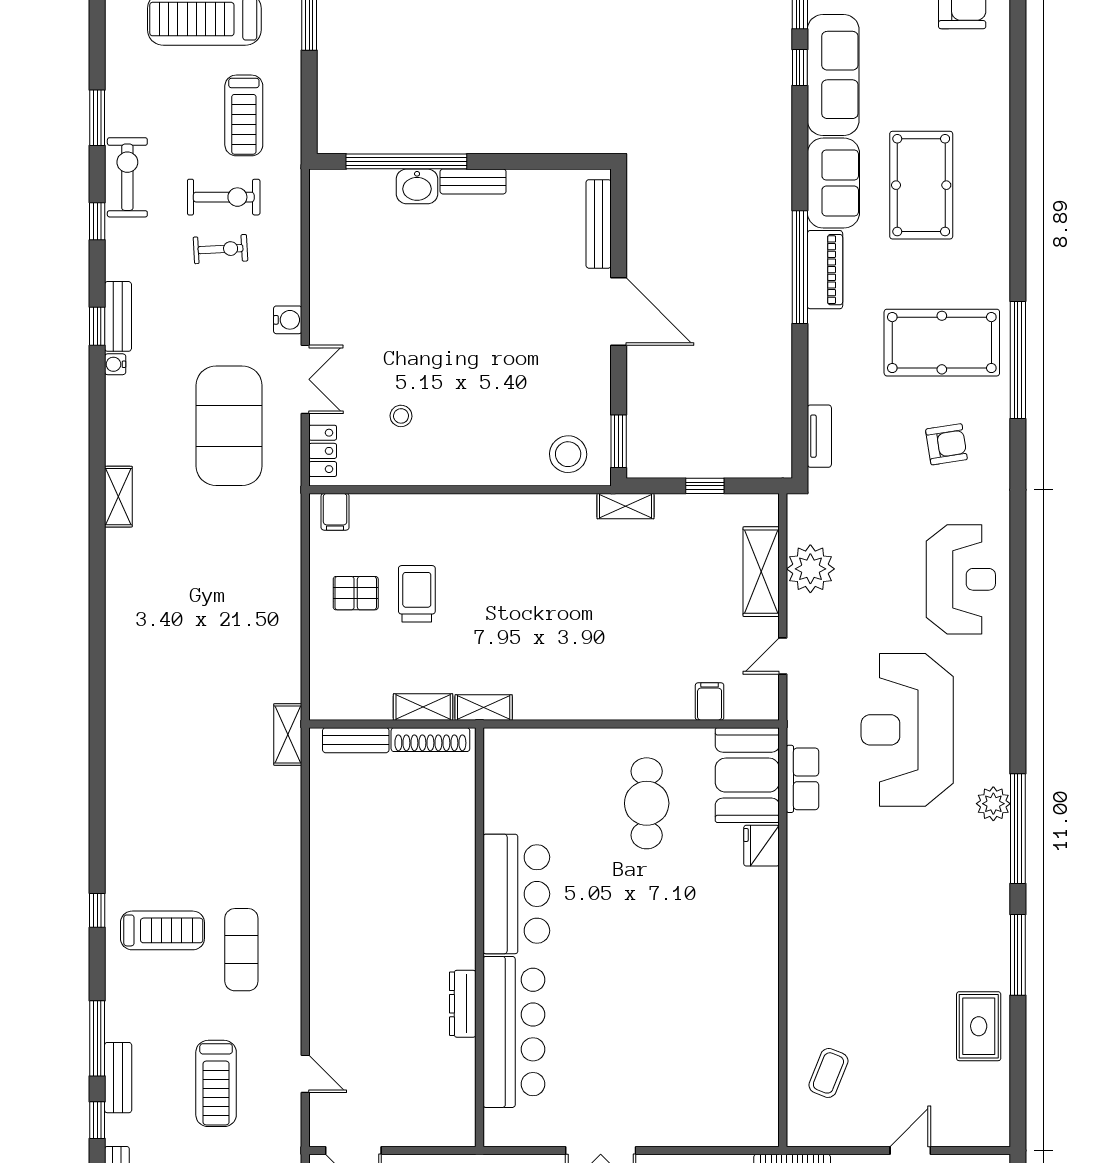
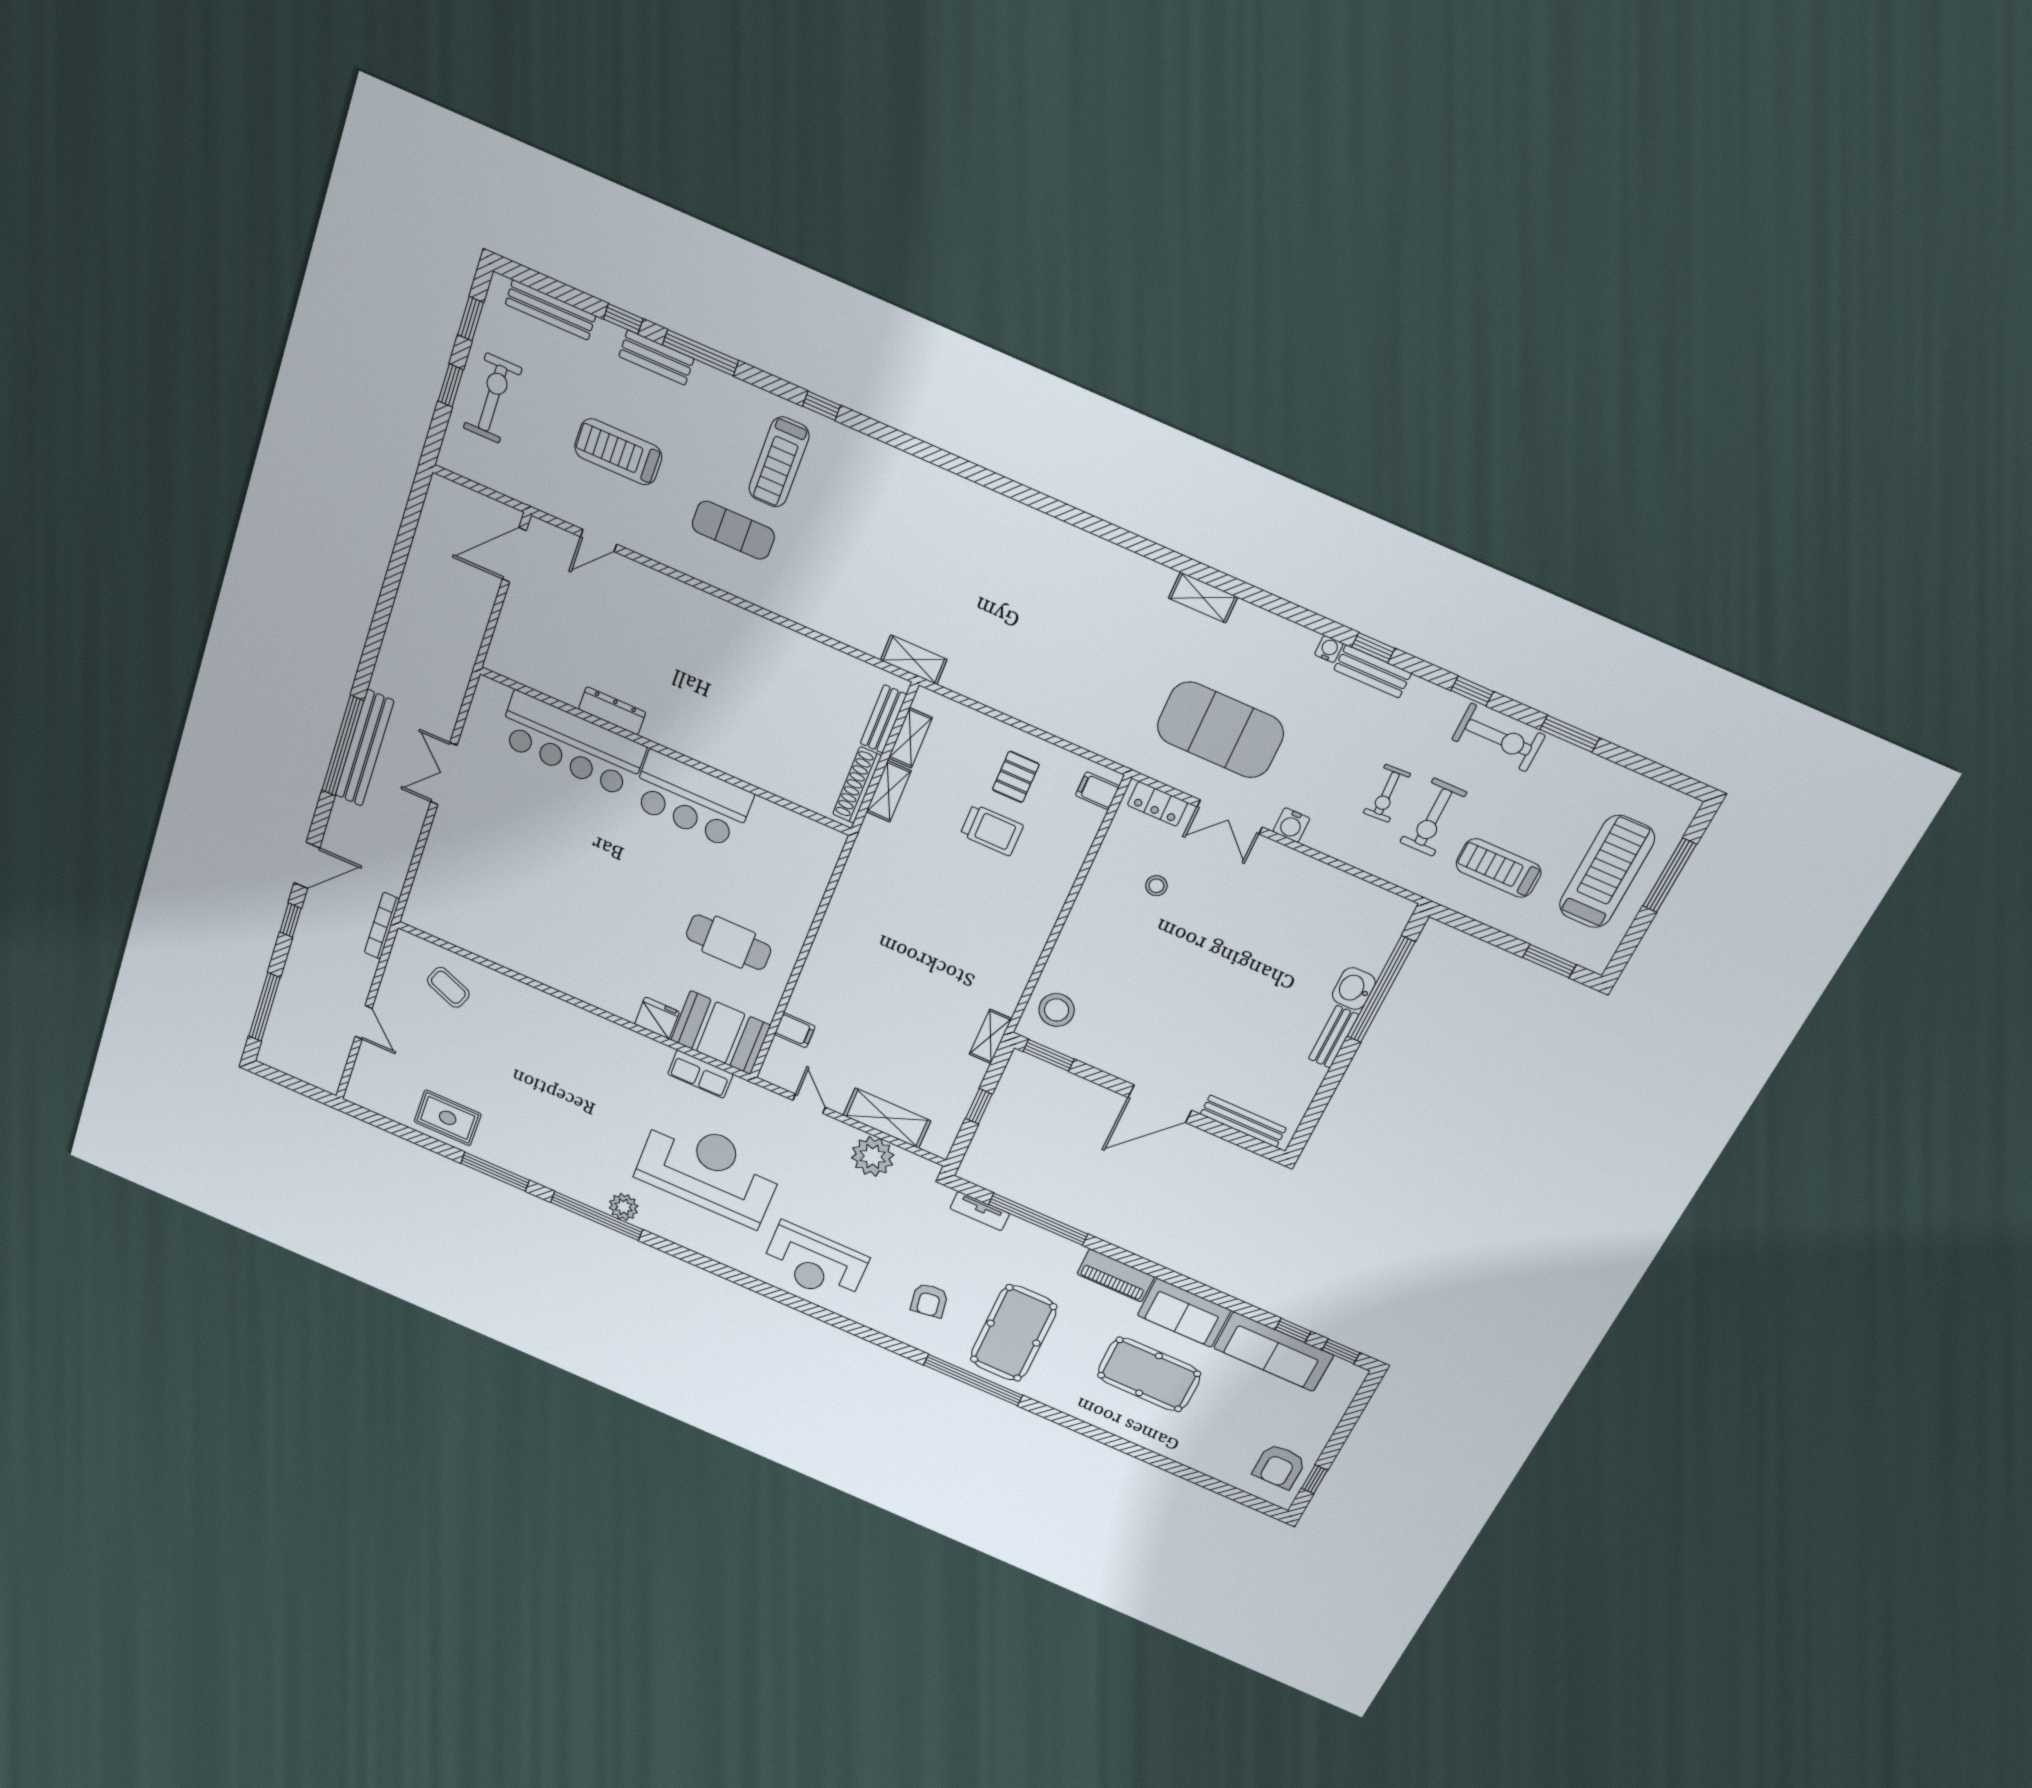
window: (800, 267) -> (1038, 1219), moved
shelving: (484, 708) -> (910, 738), moved

